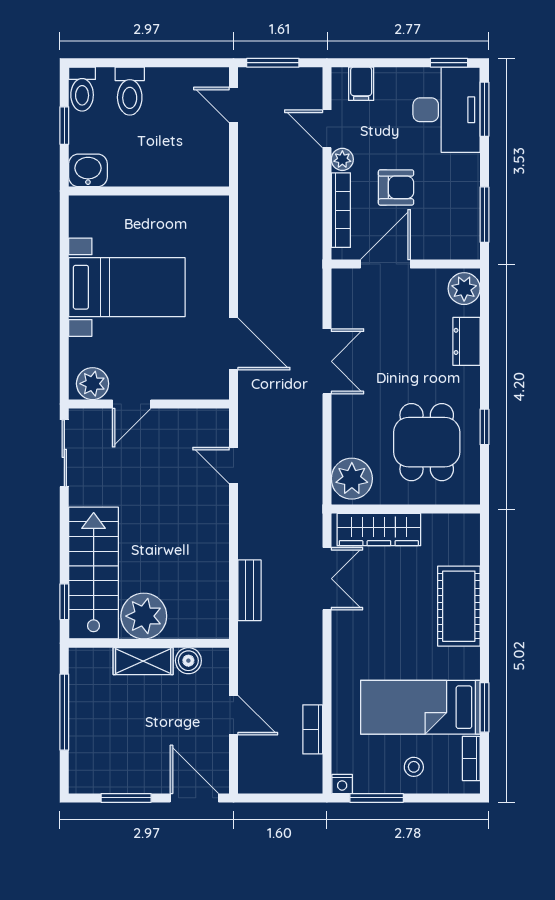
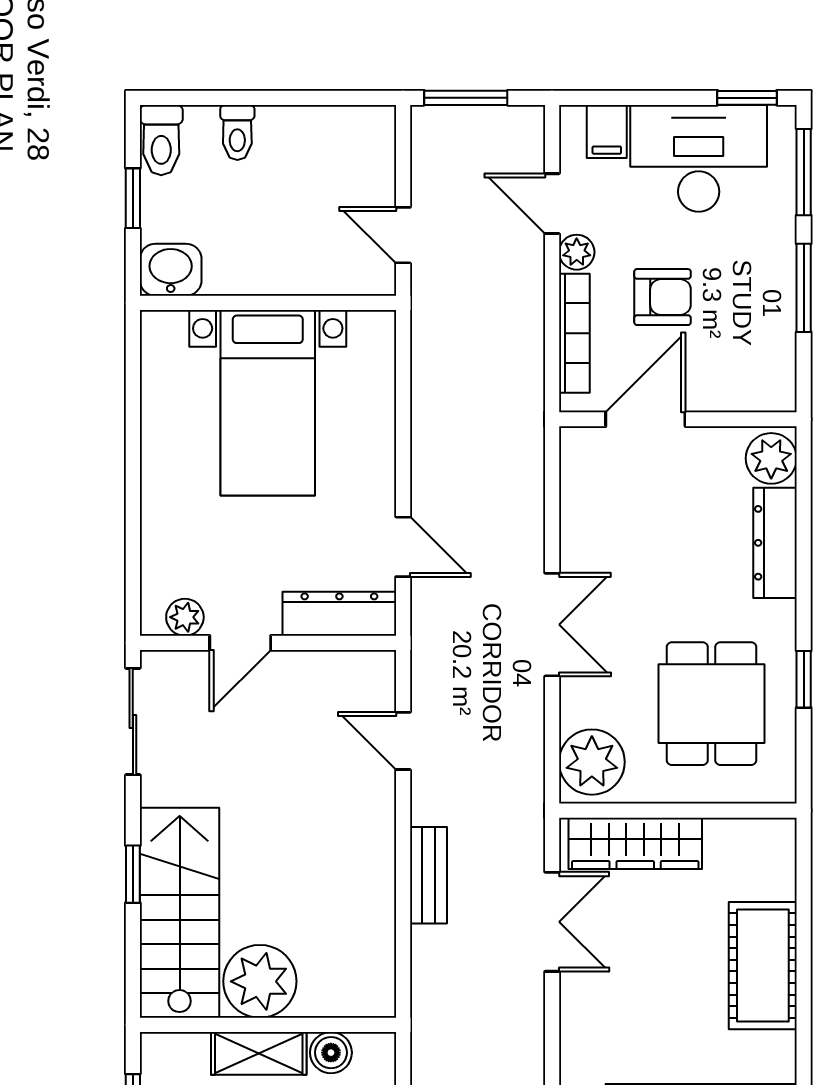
toilet: (130, 91) -> (237, 133), width x0.73, depth x0.72
door: (234, 105) -> (403, 235), moved
desk: (447, 110) -> (699, 158), moved, turned -90
window: (484, 215) -> (804, 288), moved
bed with nightstands: (127, 287) -> (268, 403), moved, turned 90
dresser: (467, 341) -> (775, 543), width x1.44
door: (234, 344) -> (403, 547), width x0.73
double door: (327, 361) -> (552, 625), moved
plant: (93, 384) -> (185, 617), width x0.73, depth x0.73
dresser: (194, 386) -> (339, 614), added
bench: (249, 590) -> (429, 875), moved
window: (64, 602) -> (133, 874), moved

